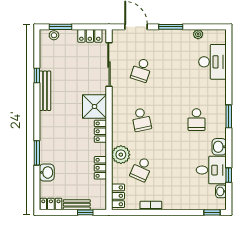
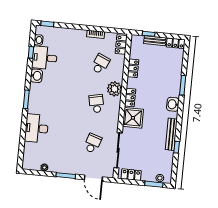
desk: (213, 62) -> (37, 128), moved
school desk: (196, 120) -> (52, 99), removed
plant: (121, 155) -> (115, 89), moved
washbasin: (47, 172) -> (173, 104), moved

